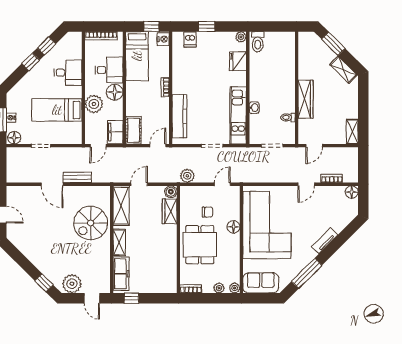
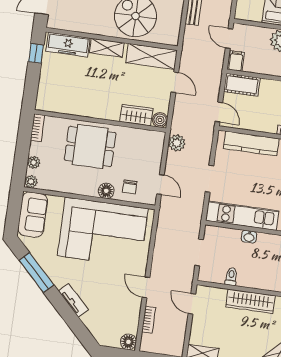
filing cabinet: (115, 132) -> (236, 61), width x0.50
chair: (207, 212) -> (130, 187), moved

